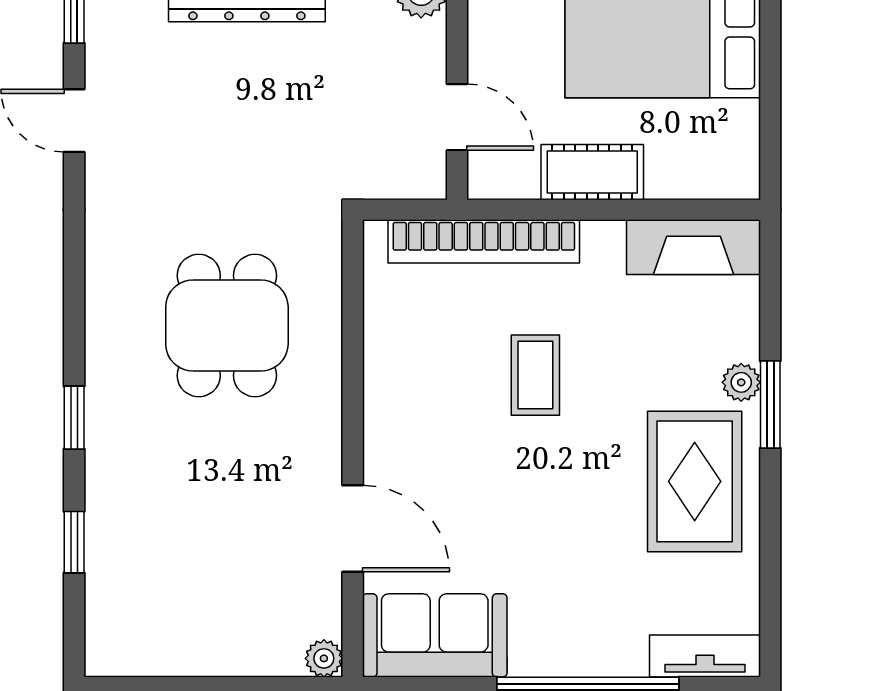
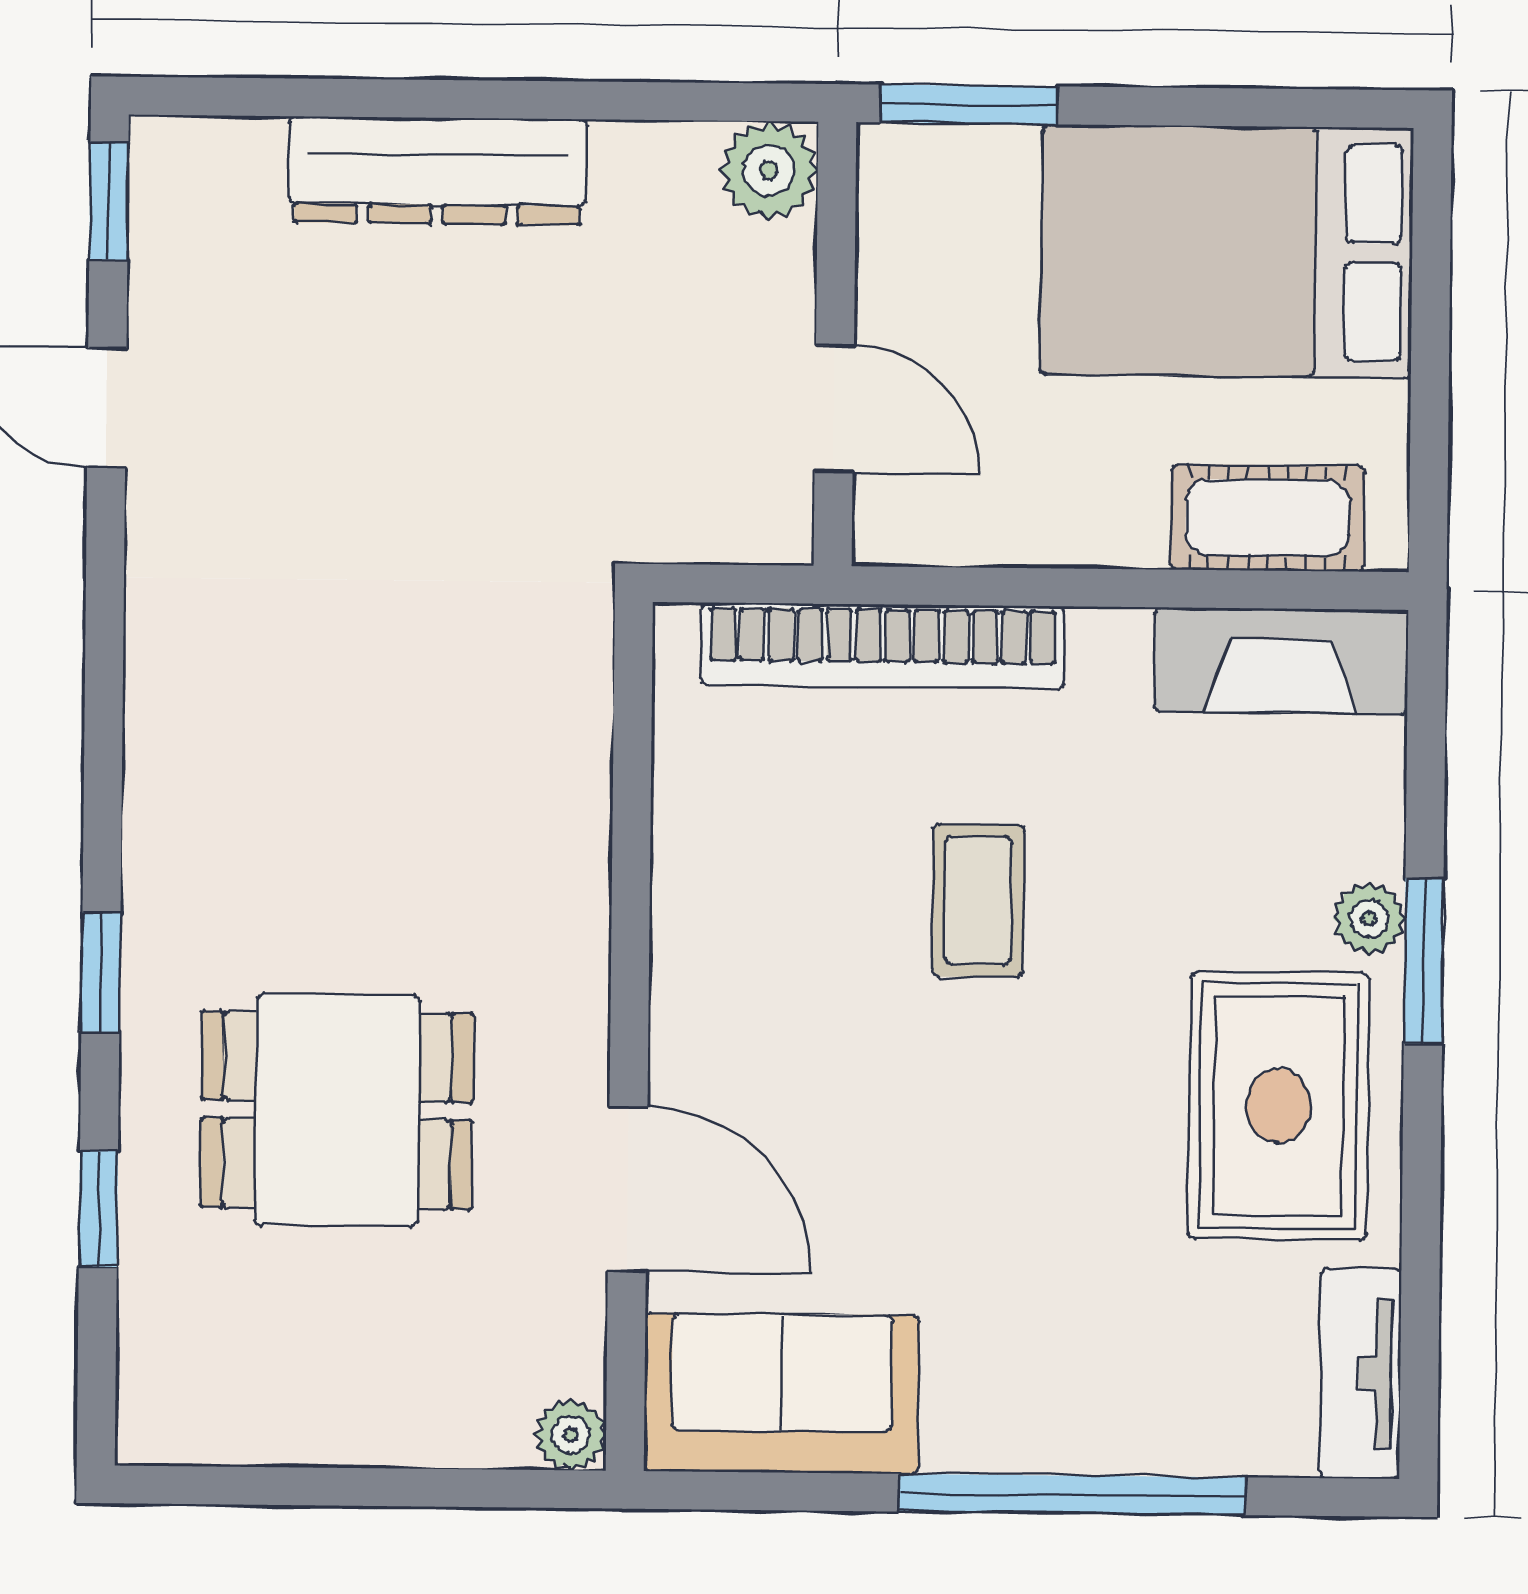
cot: (592, 172) -> (1268, 518), moved
dining table: (227, 326) -> (337, 1110), moved, turned 90
tv unit: (705, 656) -> (1360, 1374), moved, turned -90

